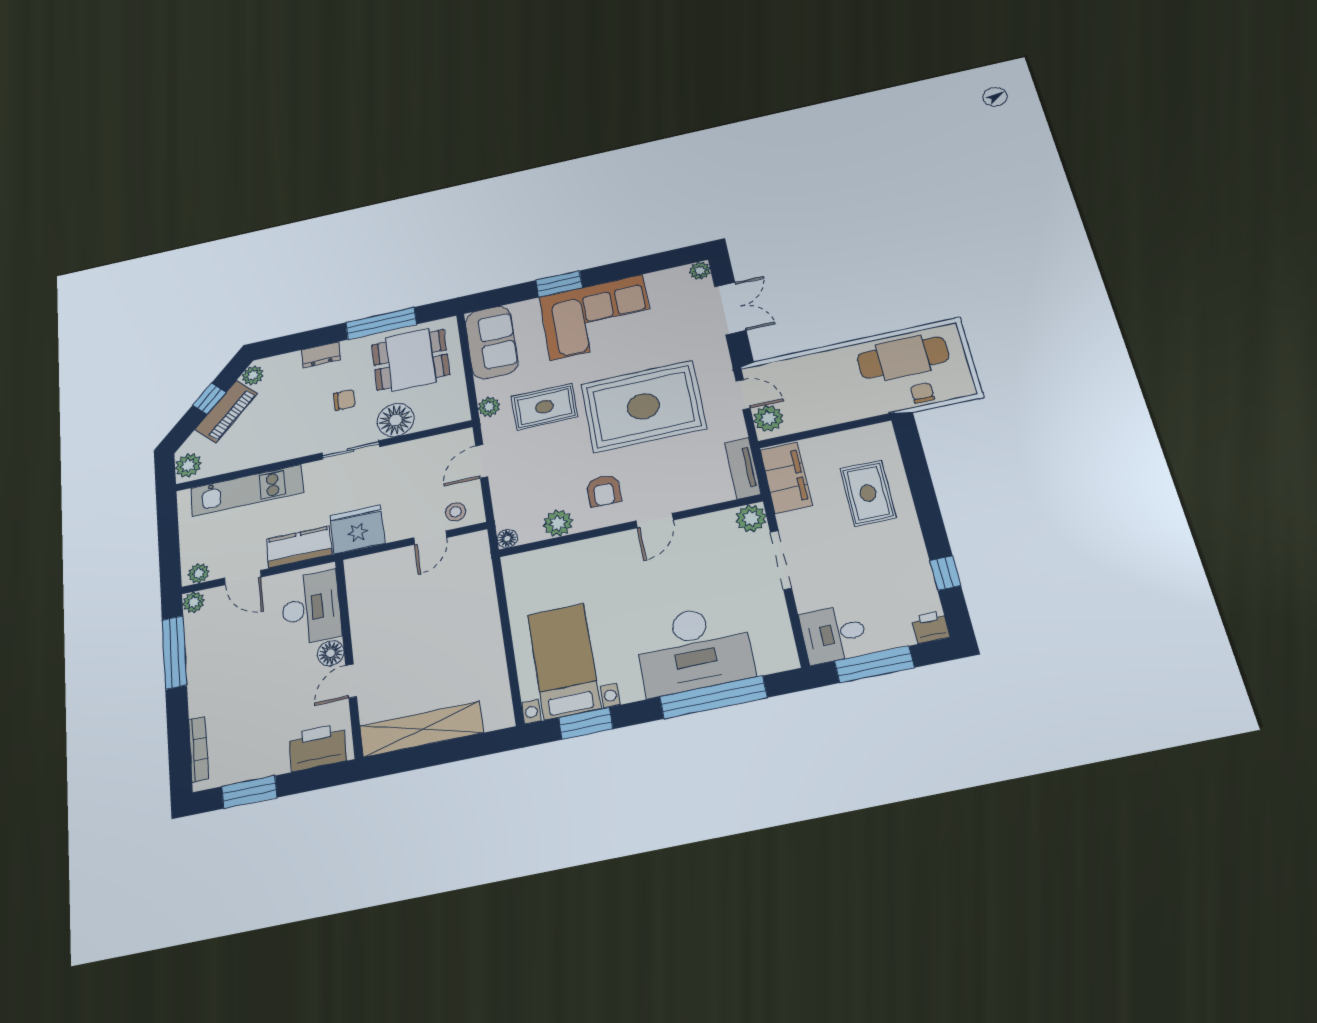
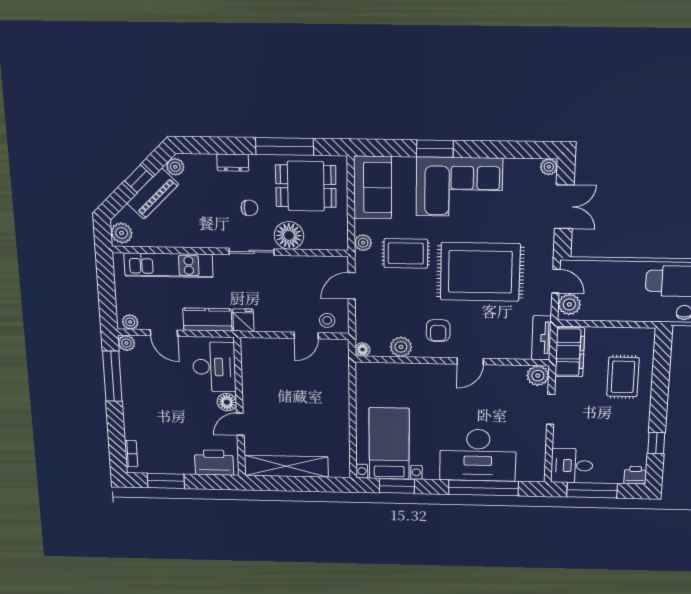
fridge: (357, 529) -> (243, 320), width x0.53, depth x0.75
doorway: (781, 560) -> (551, 409), width x0.73
bookcase: (199, 749) -> (131, 454), width x0.64

